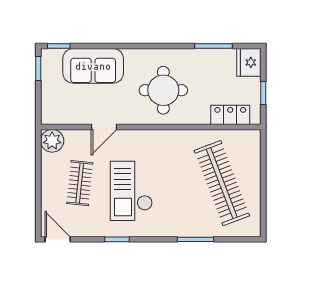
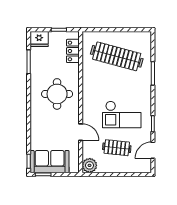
sofa: (93, 66) -> (50, 162), moved, turned -90
clothes rail: (222, 183) -> (117, 56), turned 36
door: (58, 239) -> (153, 150), moved

